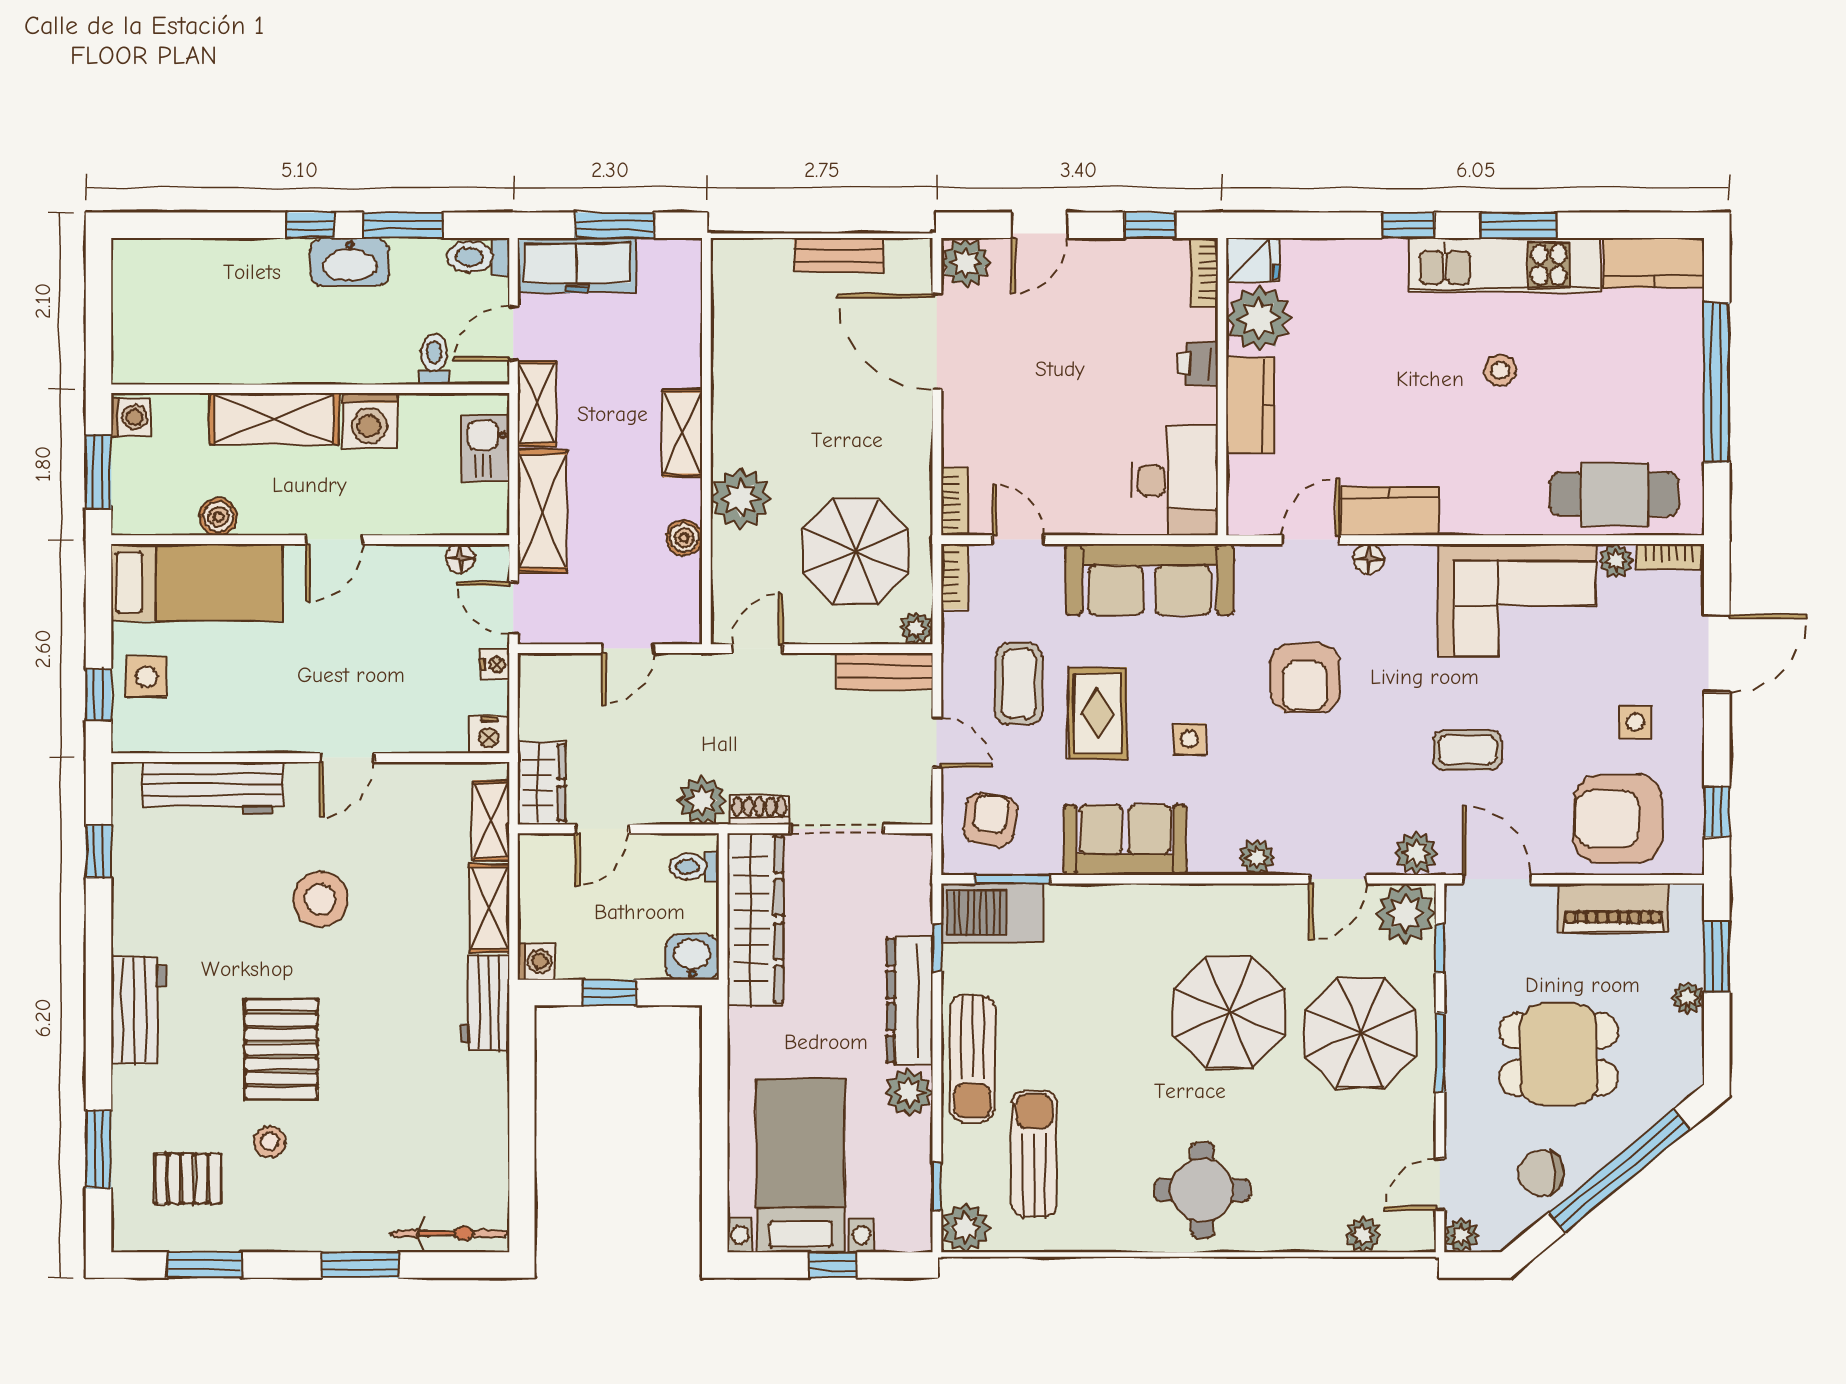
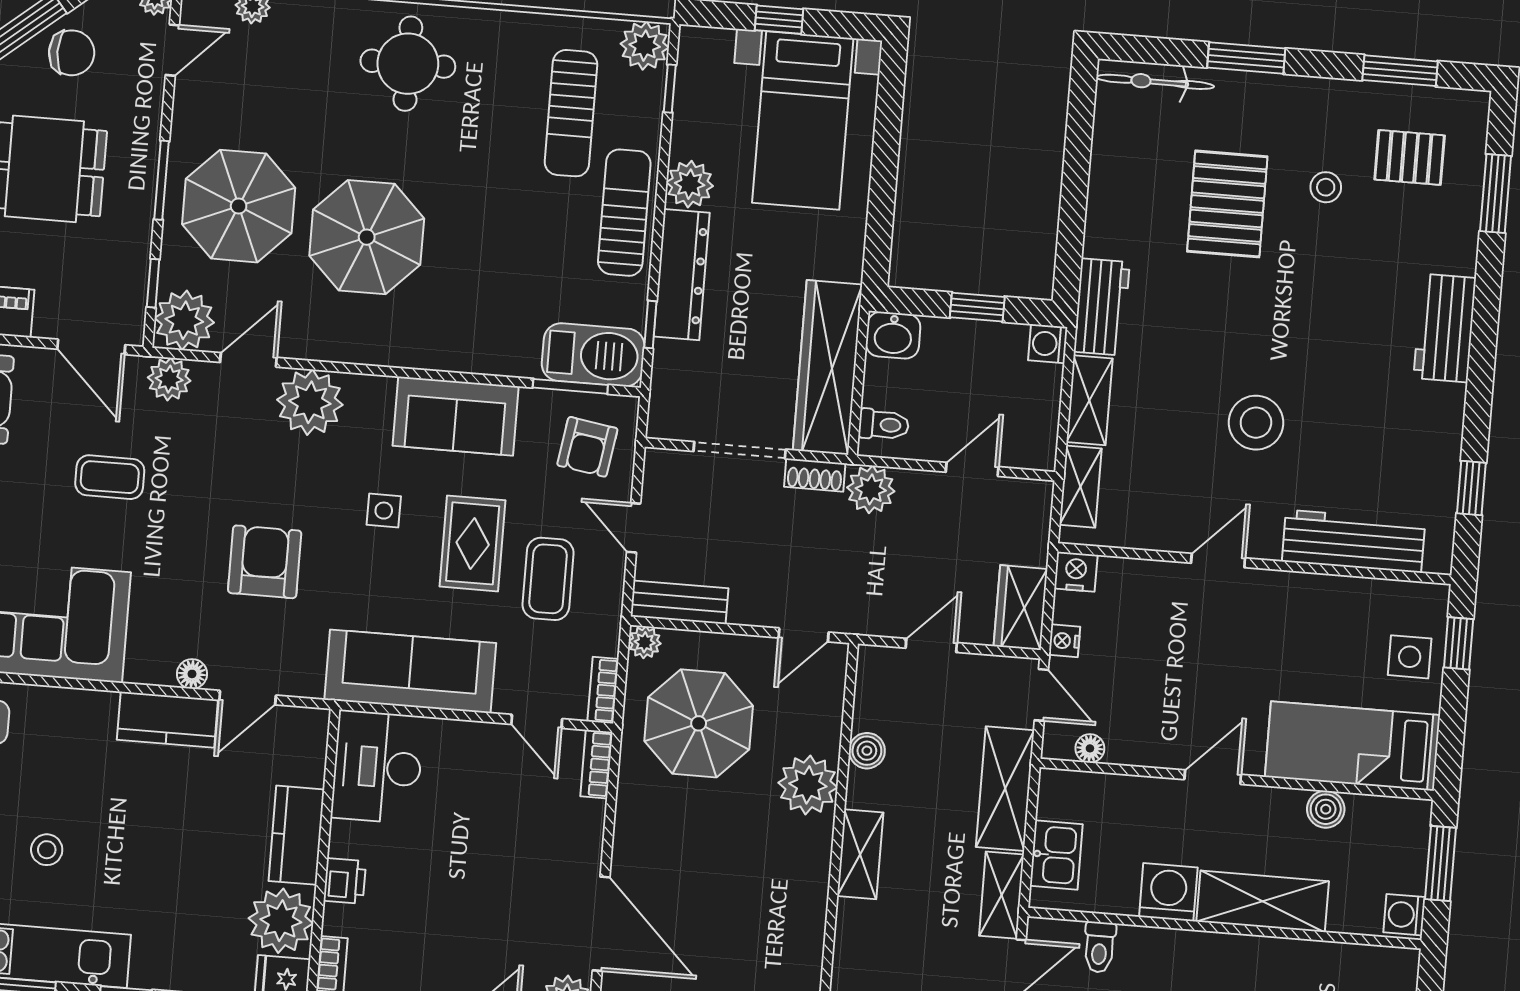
wardrobe: (542, 783) -> (1021, 608), moved
plant: (1257, 857) -> (310, 402), width x1.88, depth x1.88
pallet: (281, 1049) -> (1227, 204), moved

